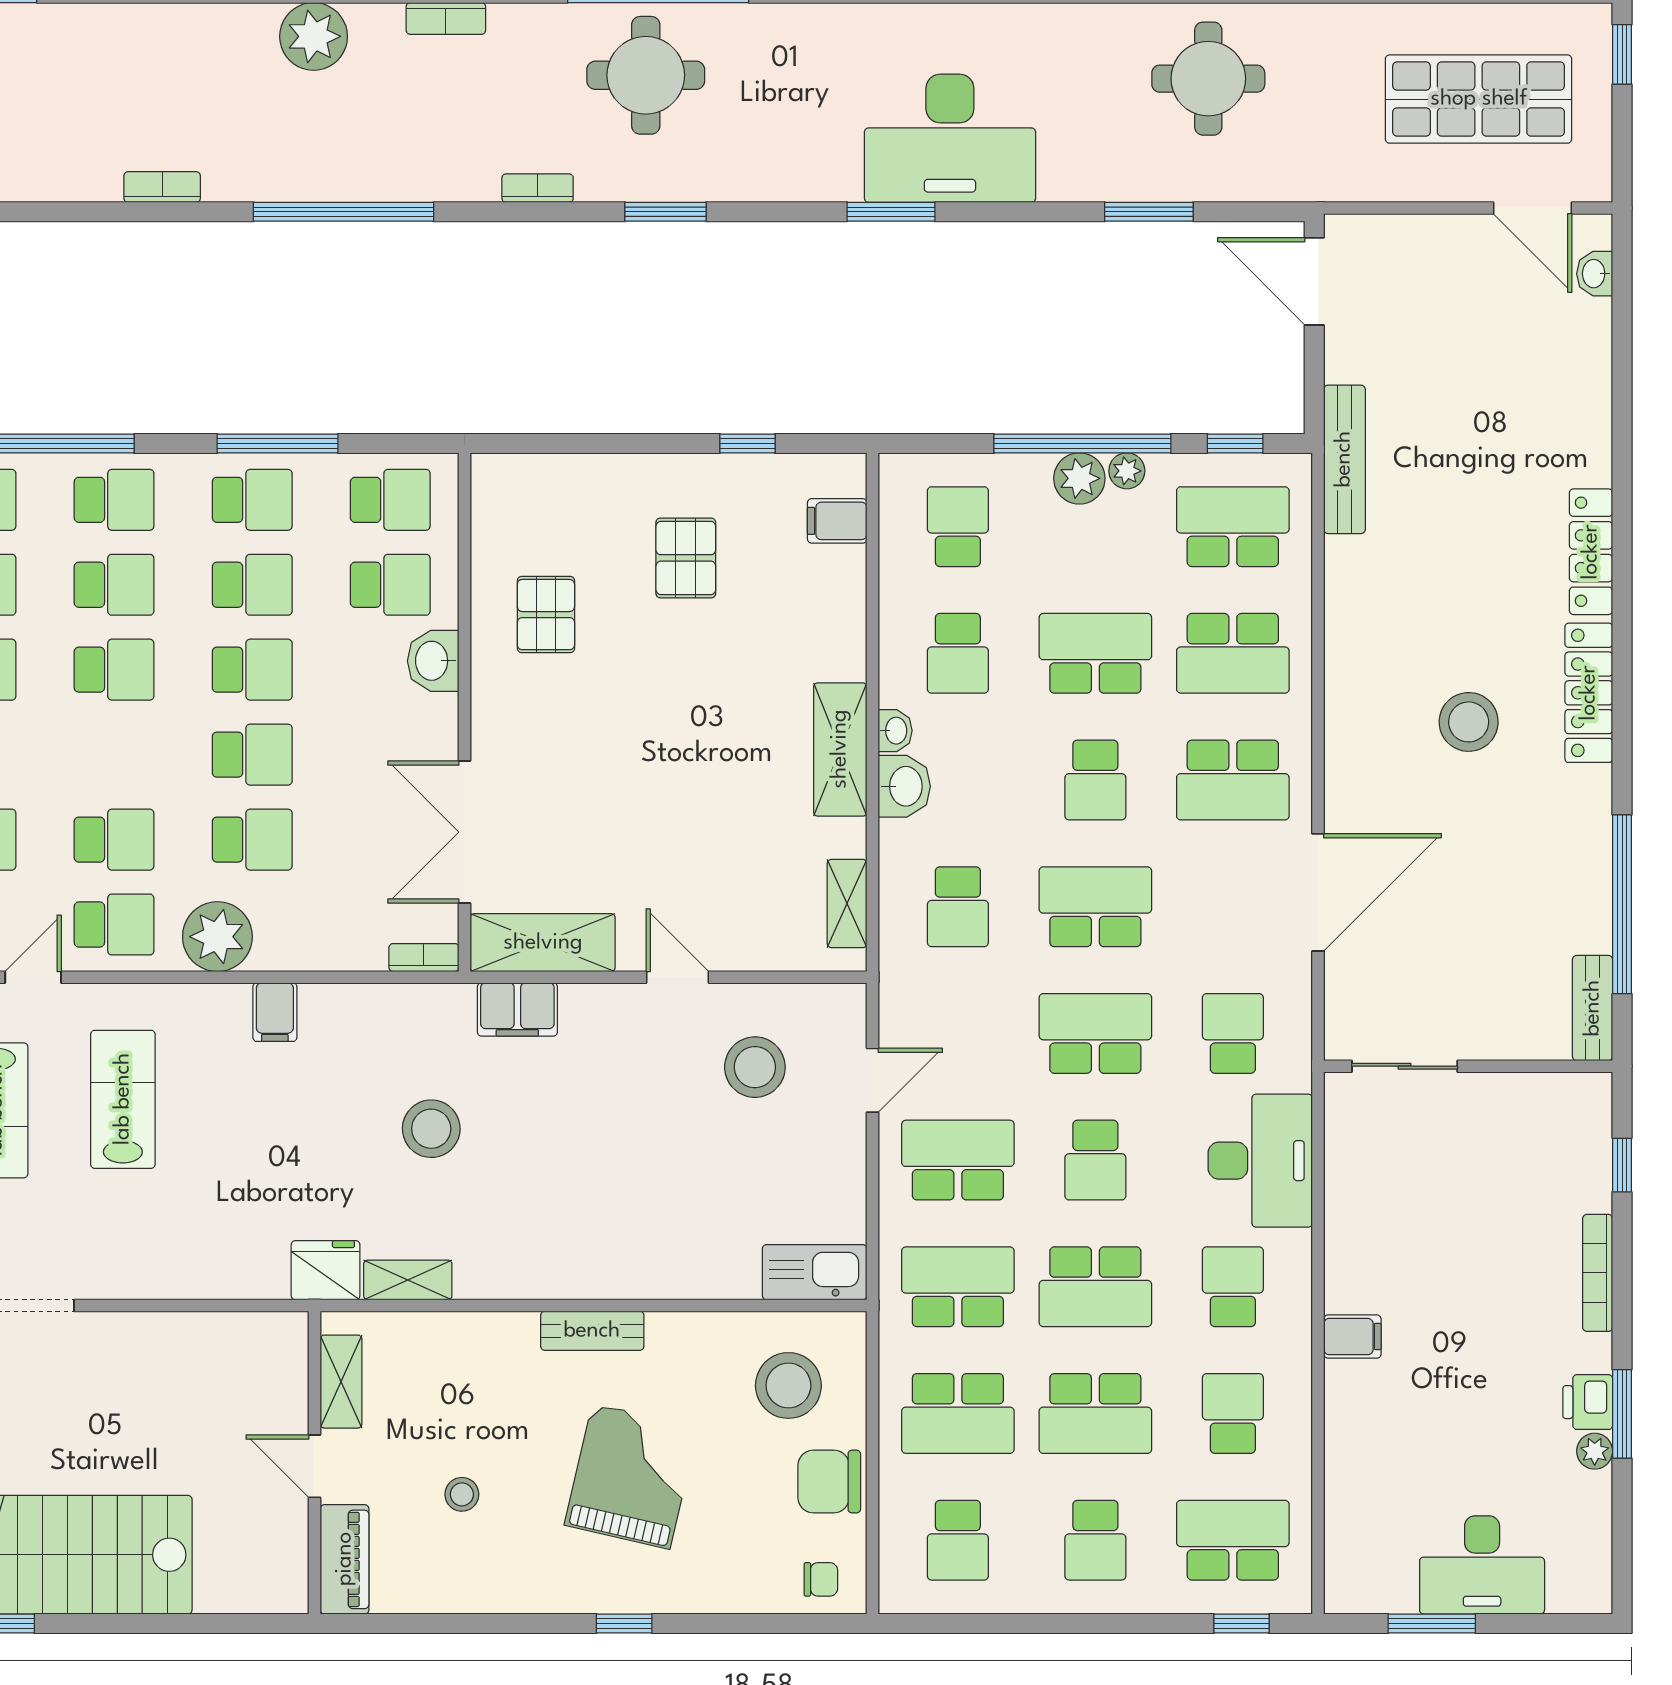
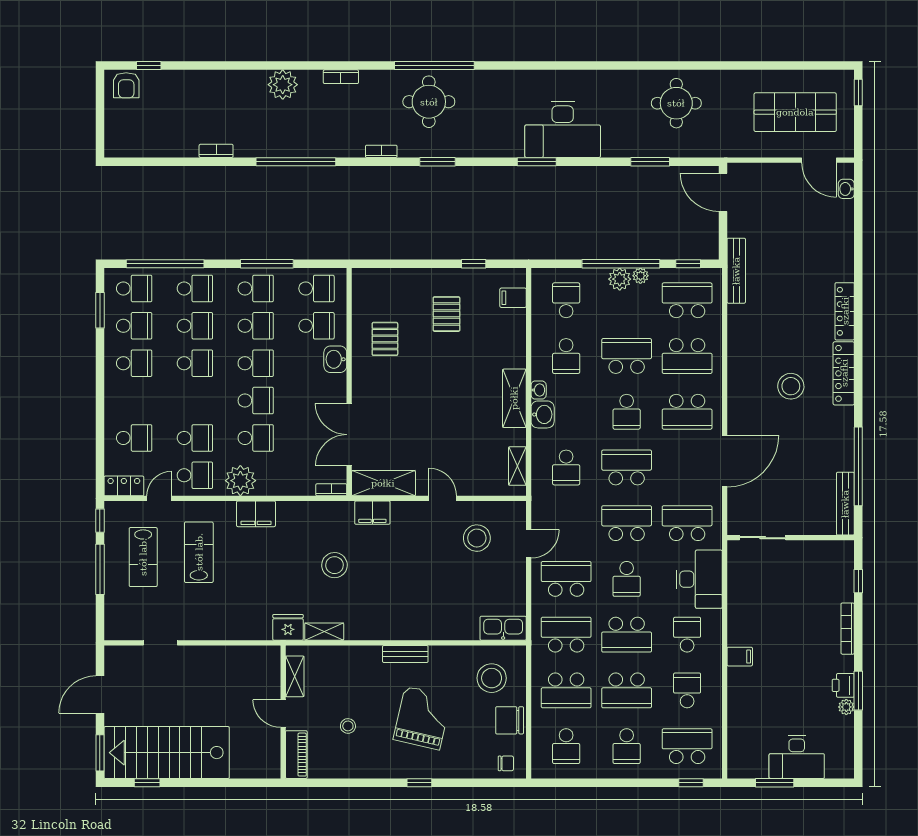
bench: (1593, 1008) -> (845, 504), width x1.36
filing cabinet: (275, 1012) -> (256, 514), width x2.00
school desk: (1233, 1033) -> (687, 523), width x1.85

